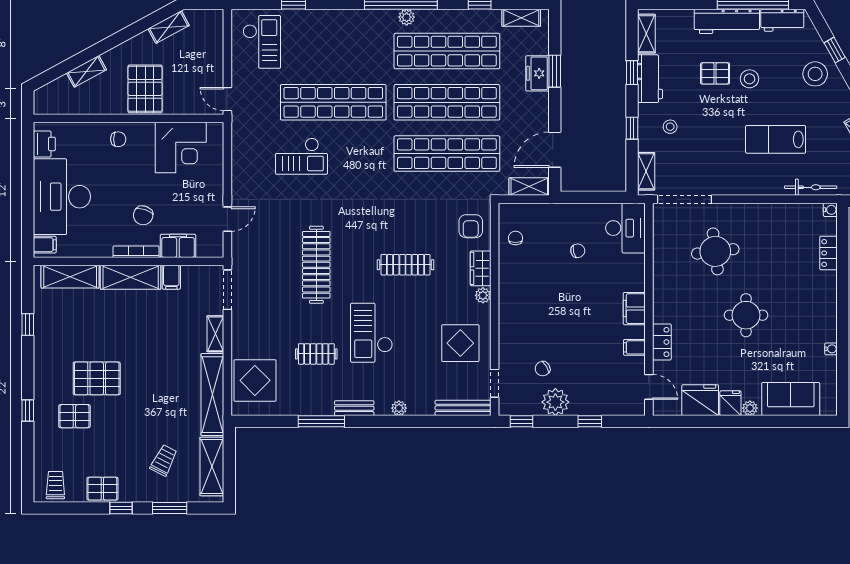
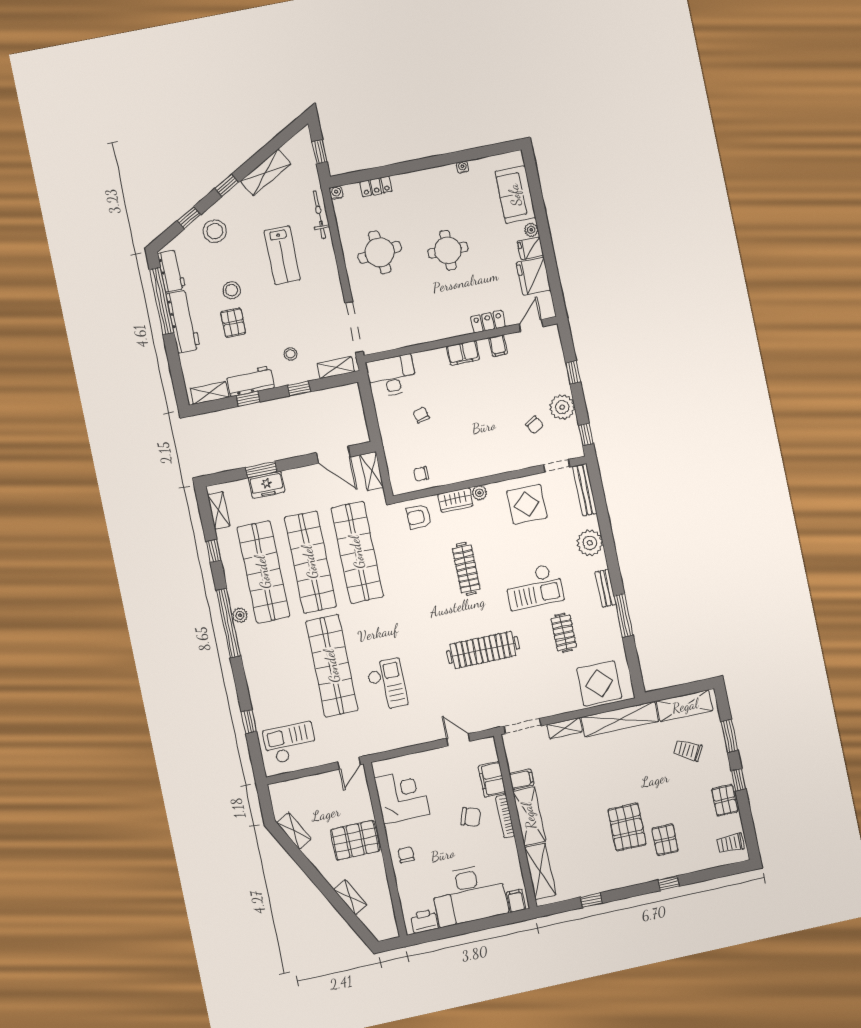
armchair: (471, 226) -> (419, 517), turned 180
round table: (715, 251) -> (380, 252), moved
plant: (399, 408) -> (590, 543), width x1.87, depth x1.87

